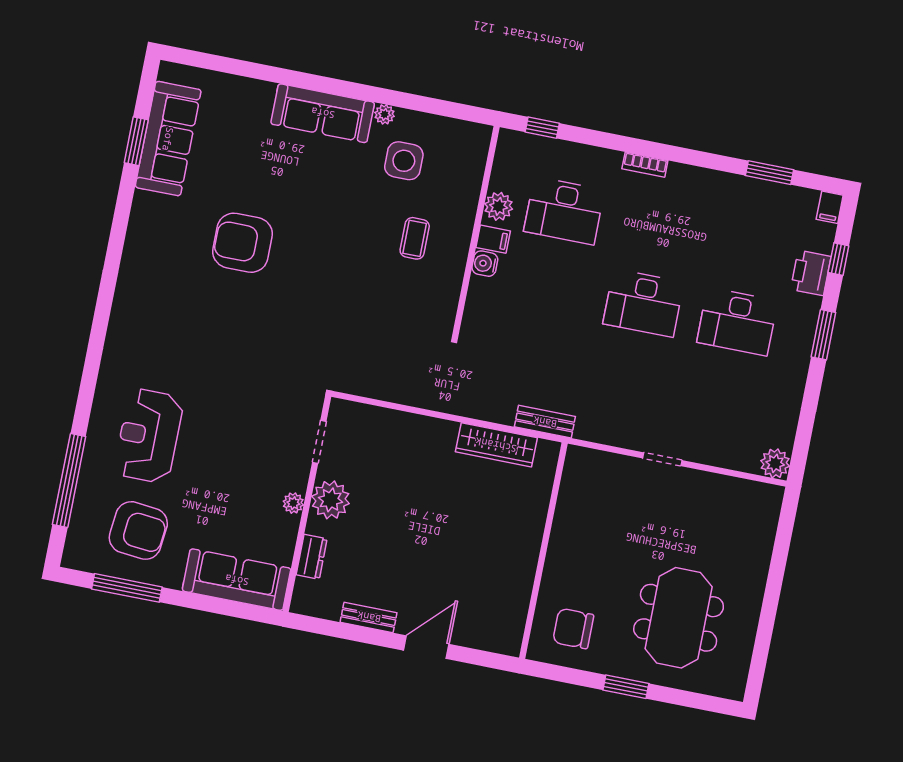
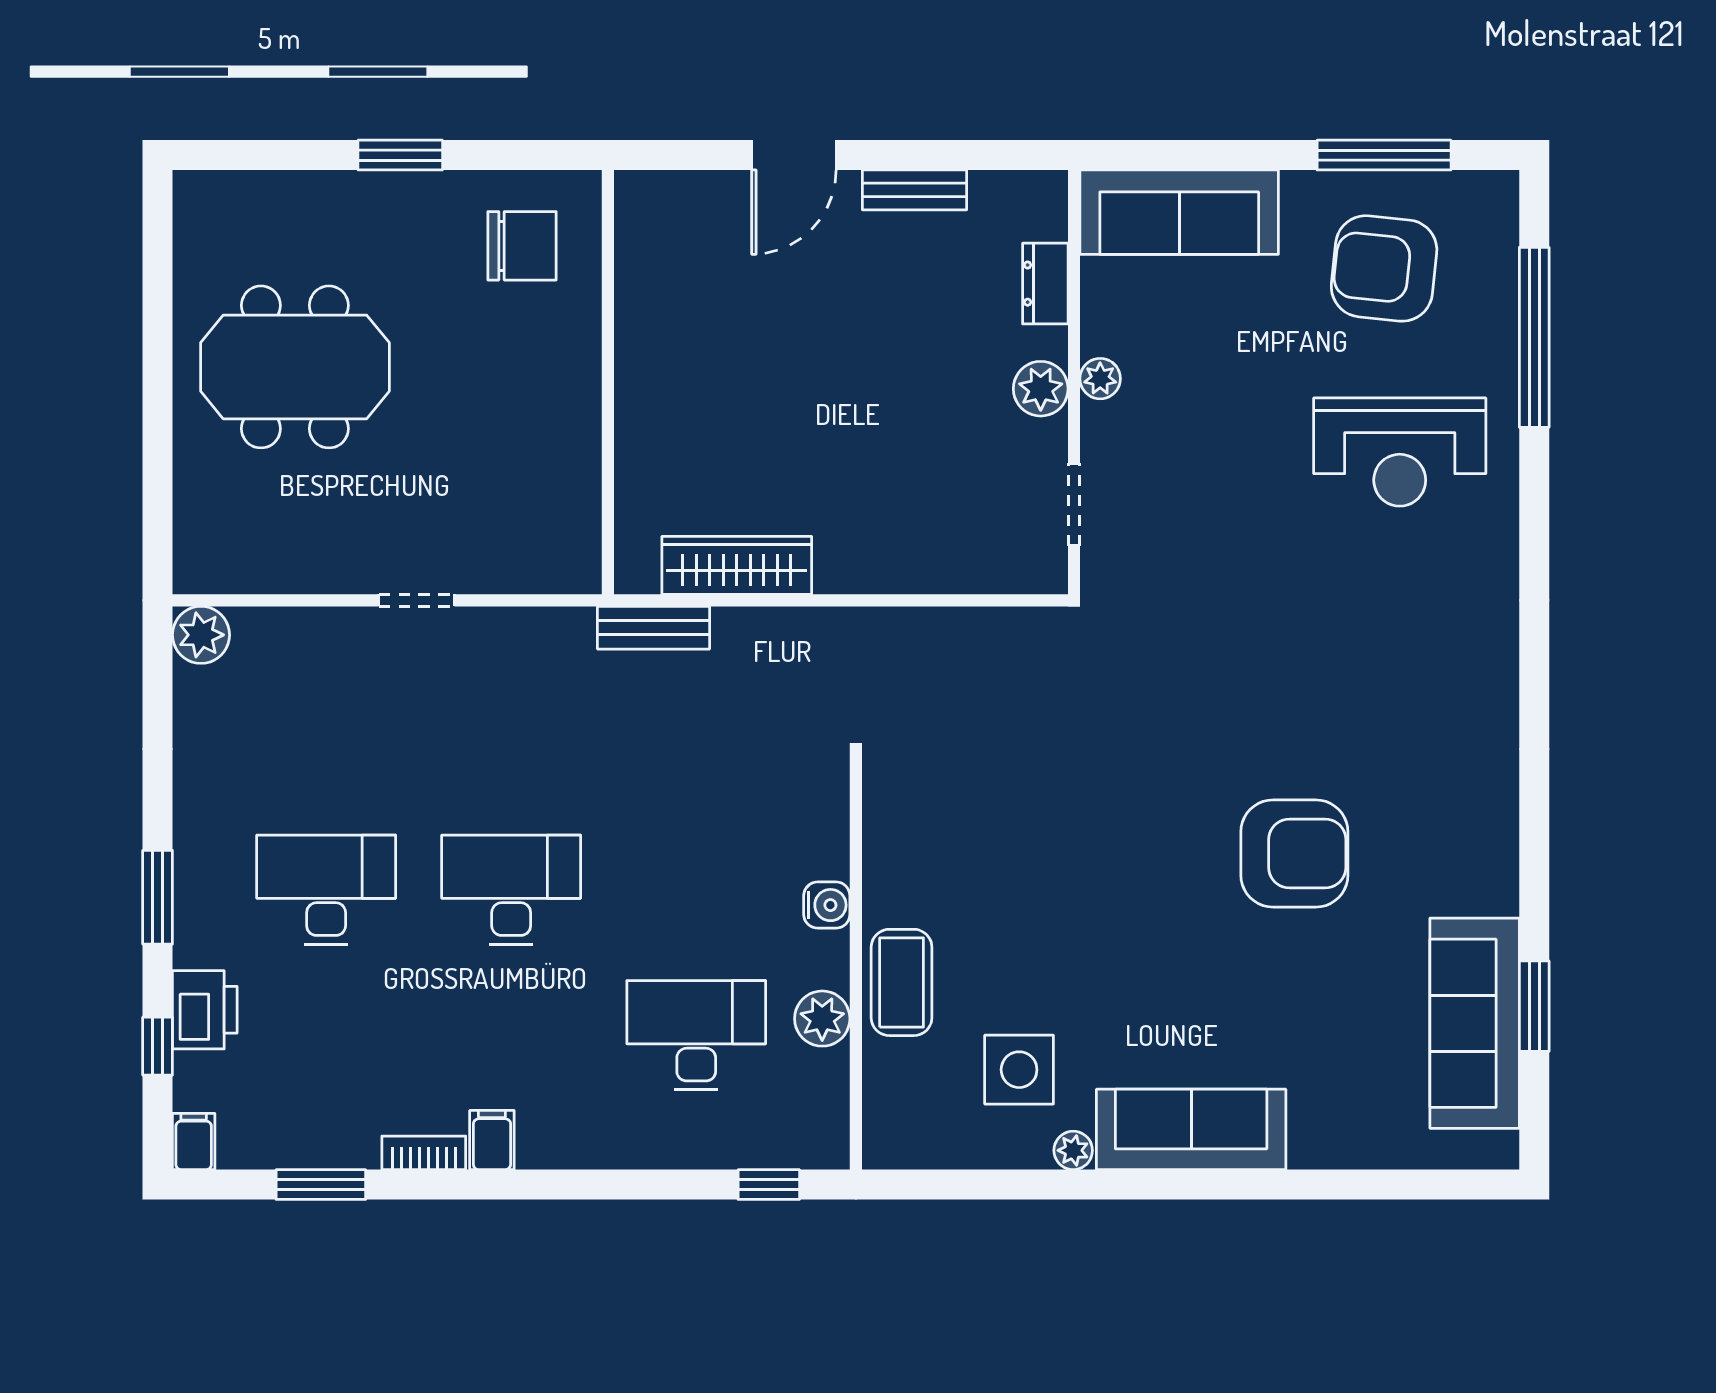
bookcase: (645, 165) -> (424, 1153), moved
coffee table: (415, 238) -> (902, 982), moved, width x1.36, depth x1.30
filing cabinet: (493, 239) -> (492, 1140), moved, turned 90
reception desk: (149, 436) -> (1400, 452), turned 90
plant: (331, 500) -> (1041, 389), width x0.73, depth x0.73
meeting table: (679, 618) -> (295, 367), moved, turned 90

